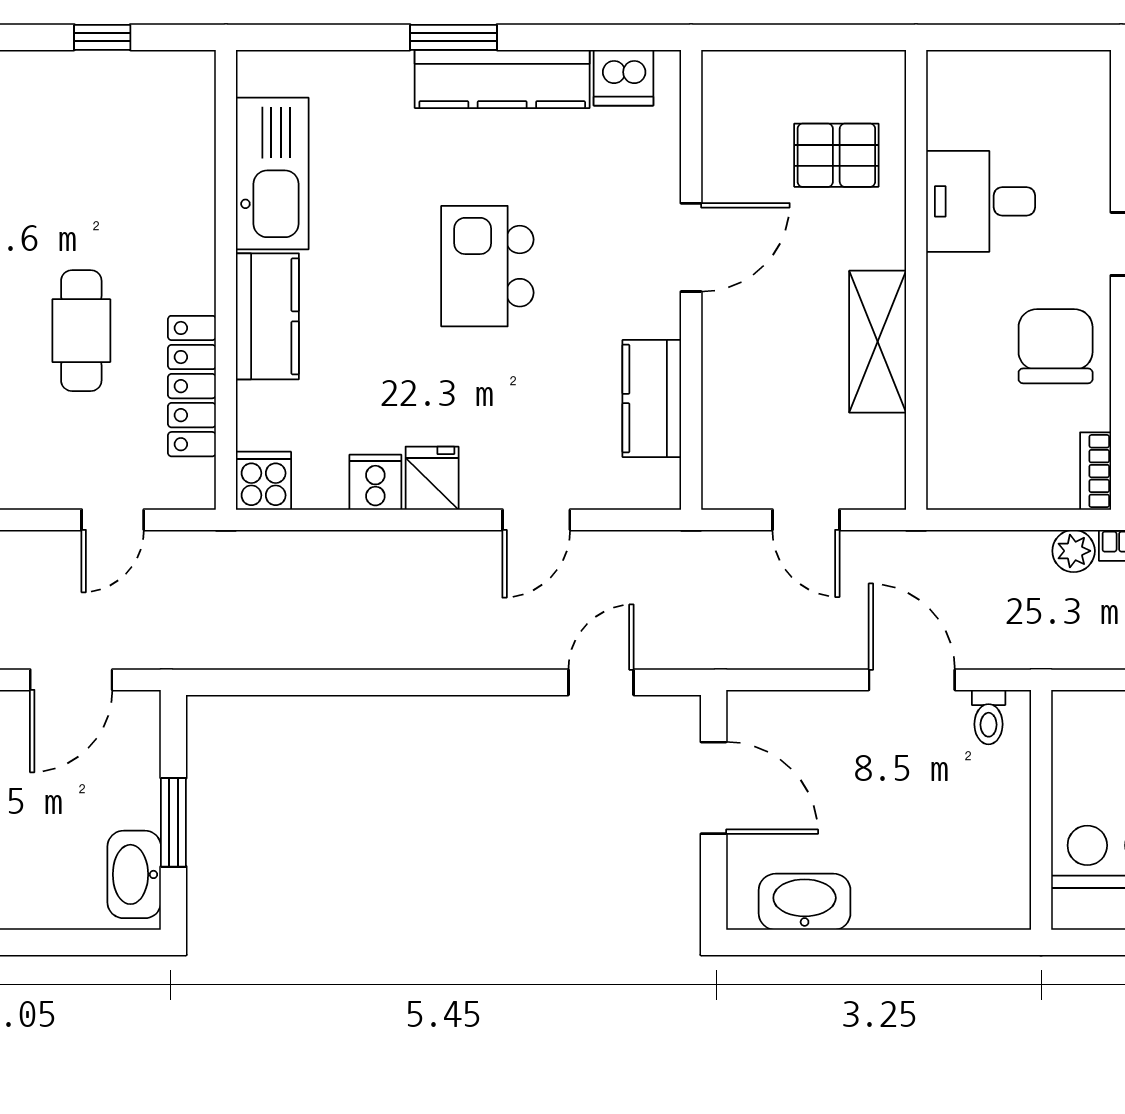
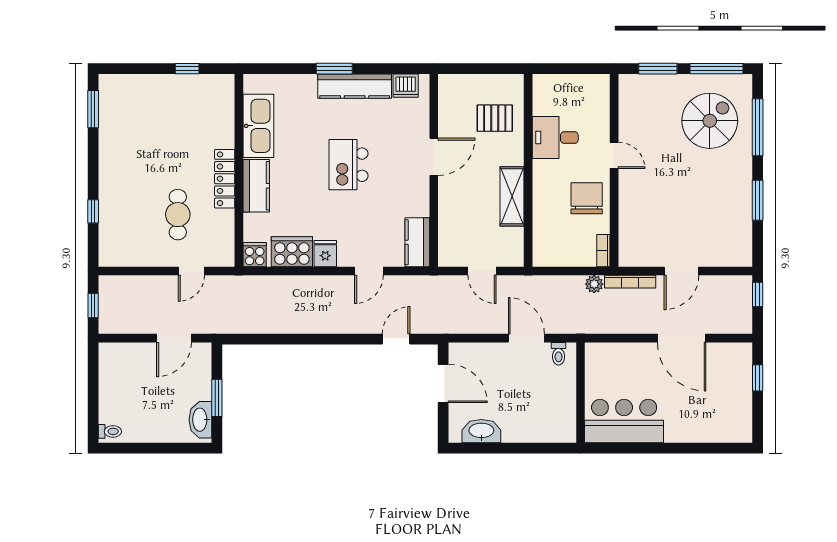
cafe table: (81, 331) -> (178, 215), moved
locker: (192, 386) -> (225, 179), moved
kitchen counter: (652, 399) -> (417, 242), moved
cooker: (375, 482) -> (292, 252), width x1.87, depth x1.31

